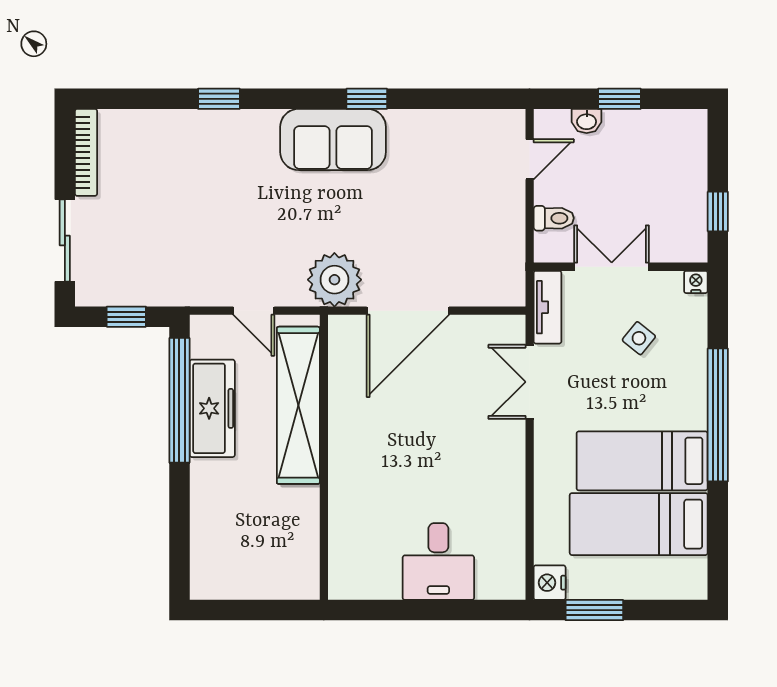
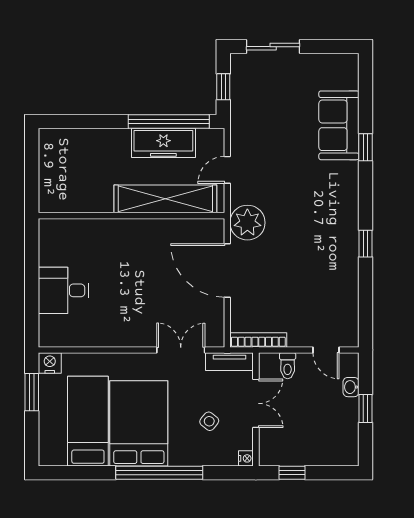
sofa: (333, 139) -> (339, 125), moved
bookcase: (86, 152) -> (258, 340), moved, turned 180
bed: (642, 461) -> (139, 423), width x1.50

